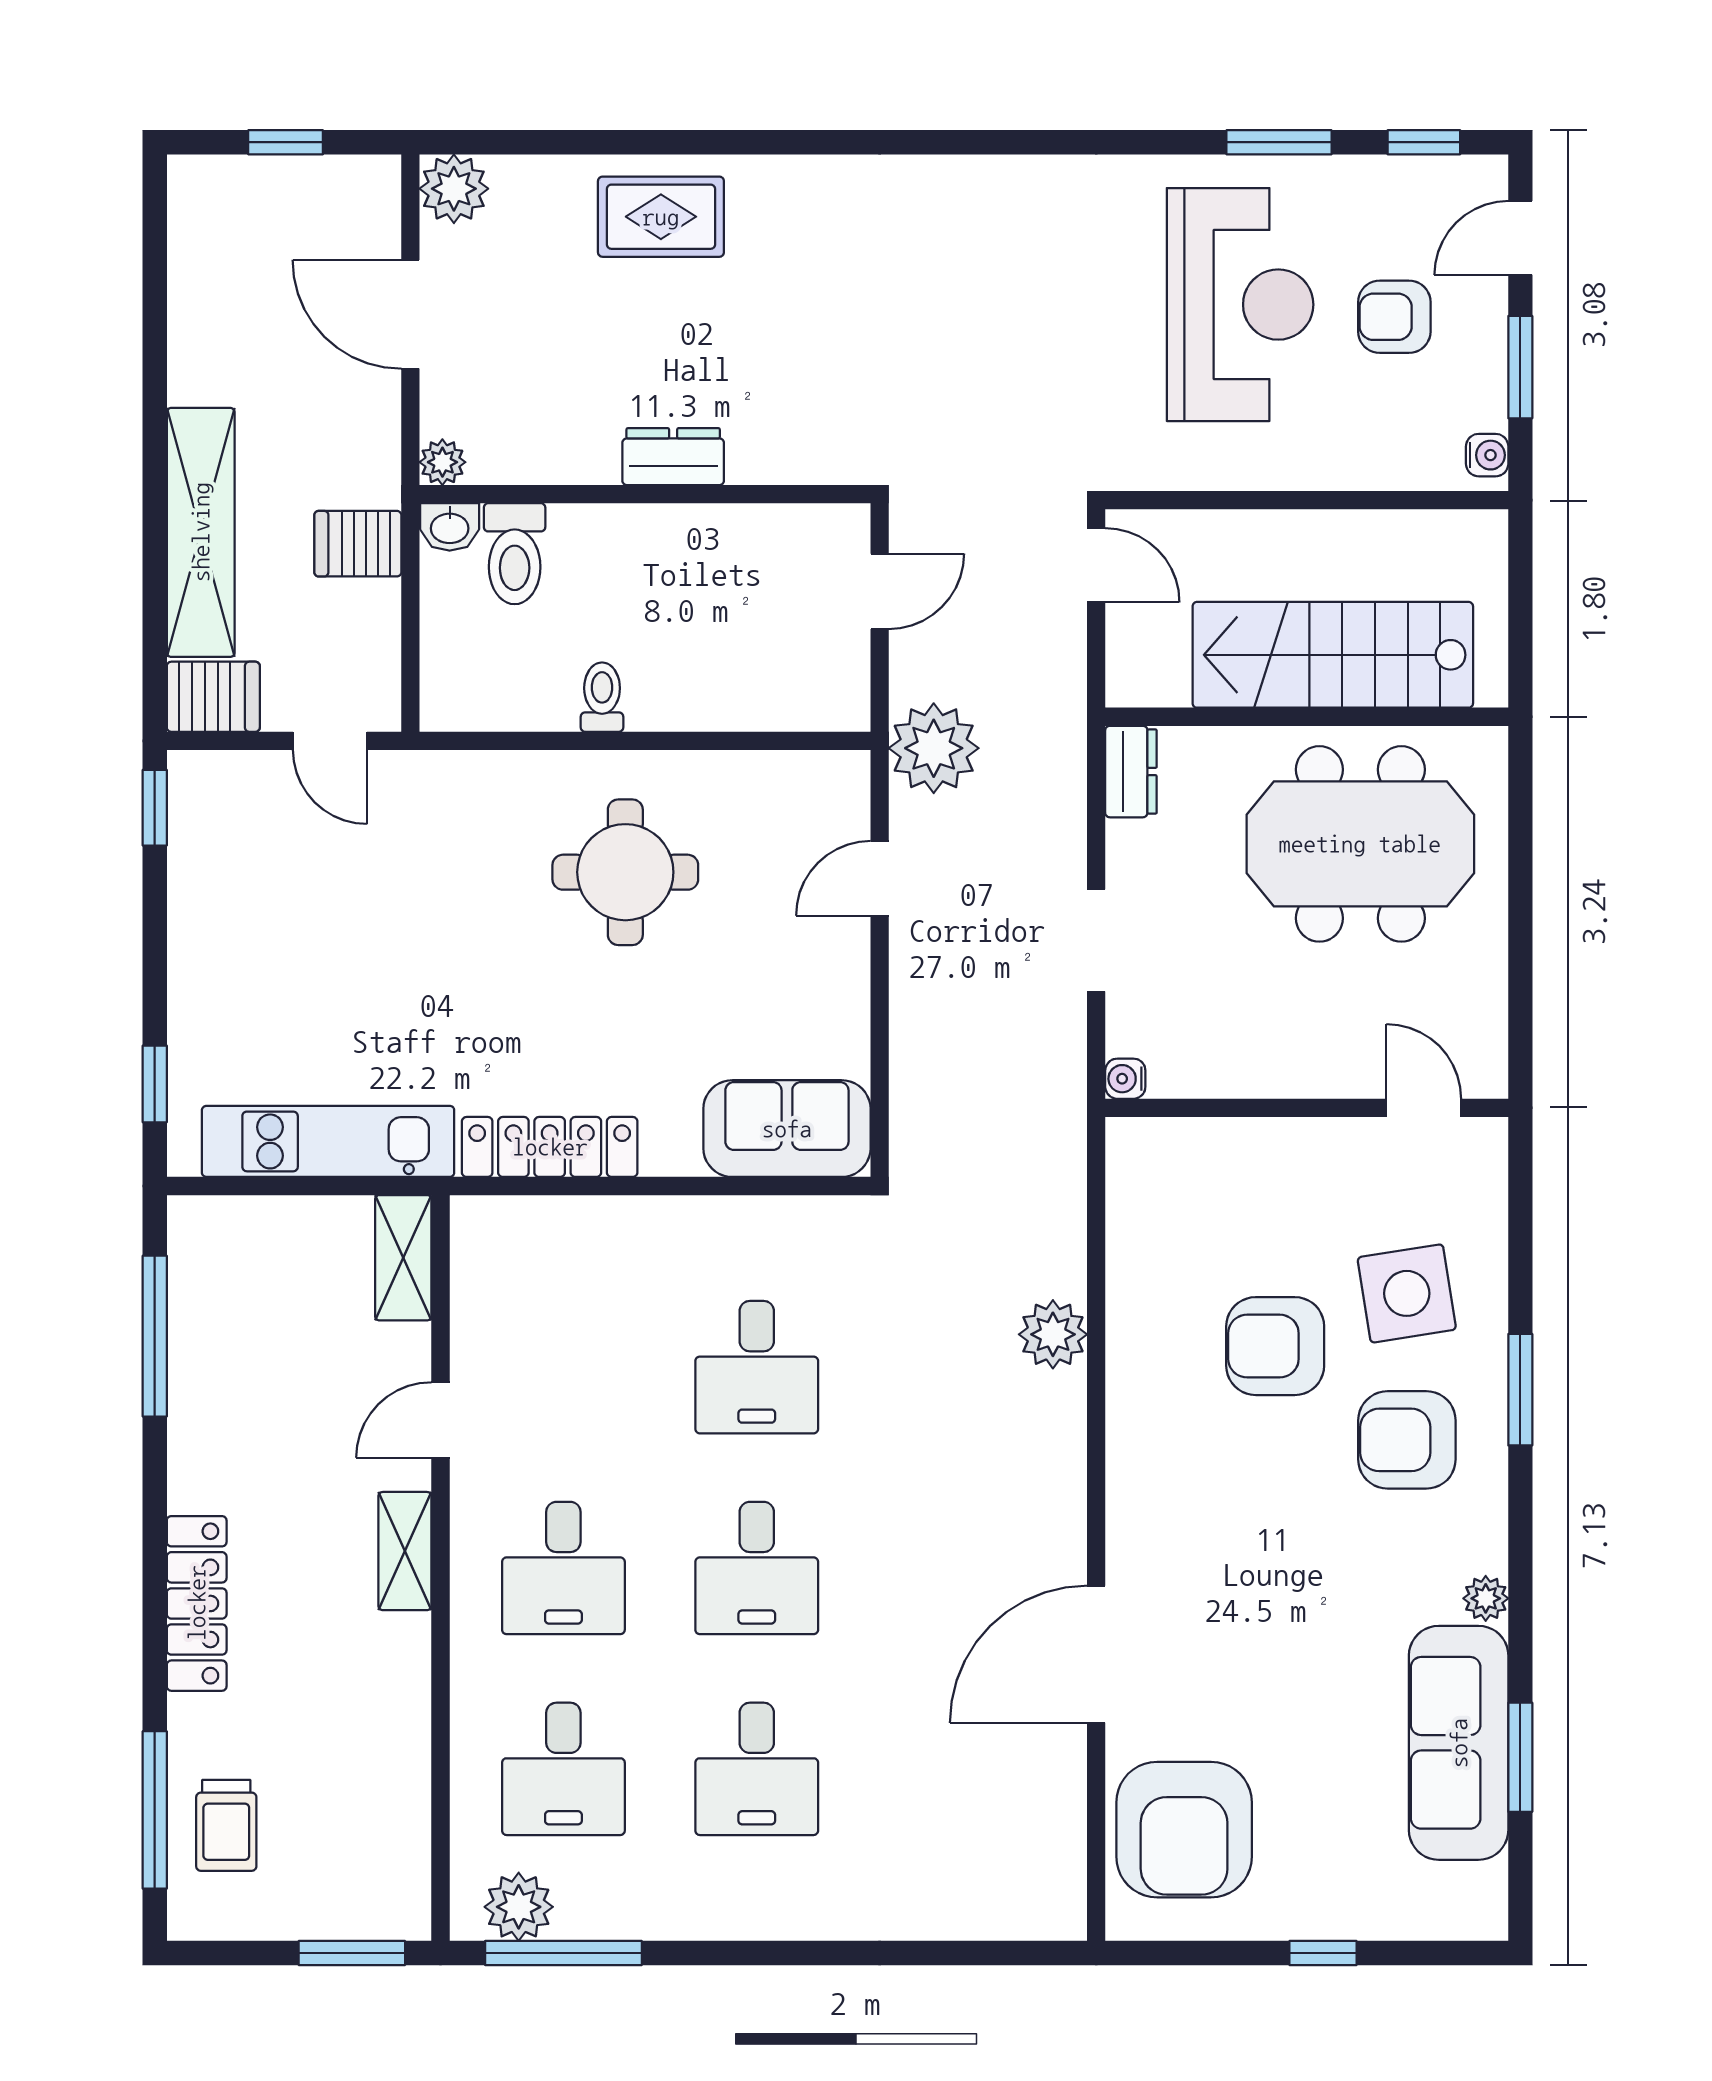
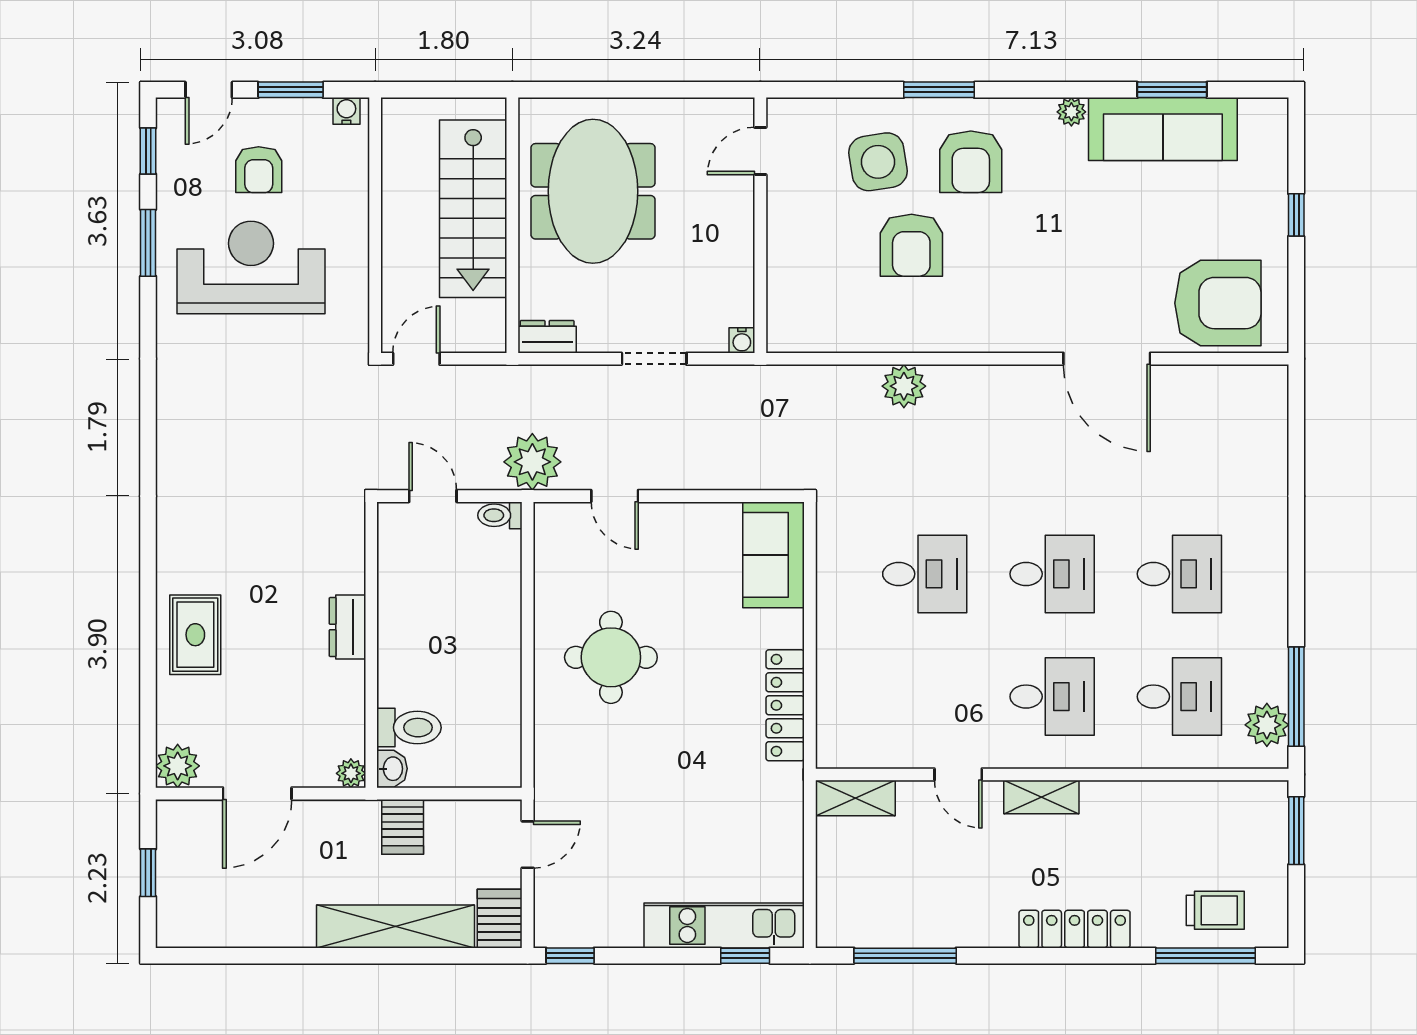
door: (1520, 238) -> (209, 90), hinge flipped
toilet: (602, 697) -> (500, 515), moved
kitchen unit: (328, 1141) -> (724, 925), moved, turned 90

